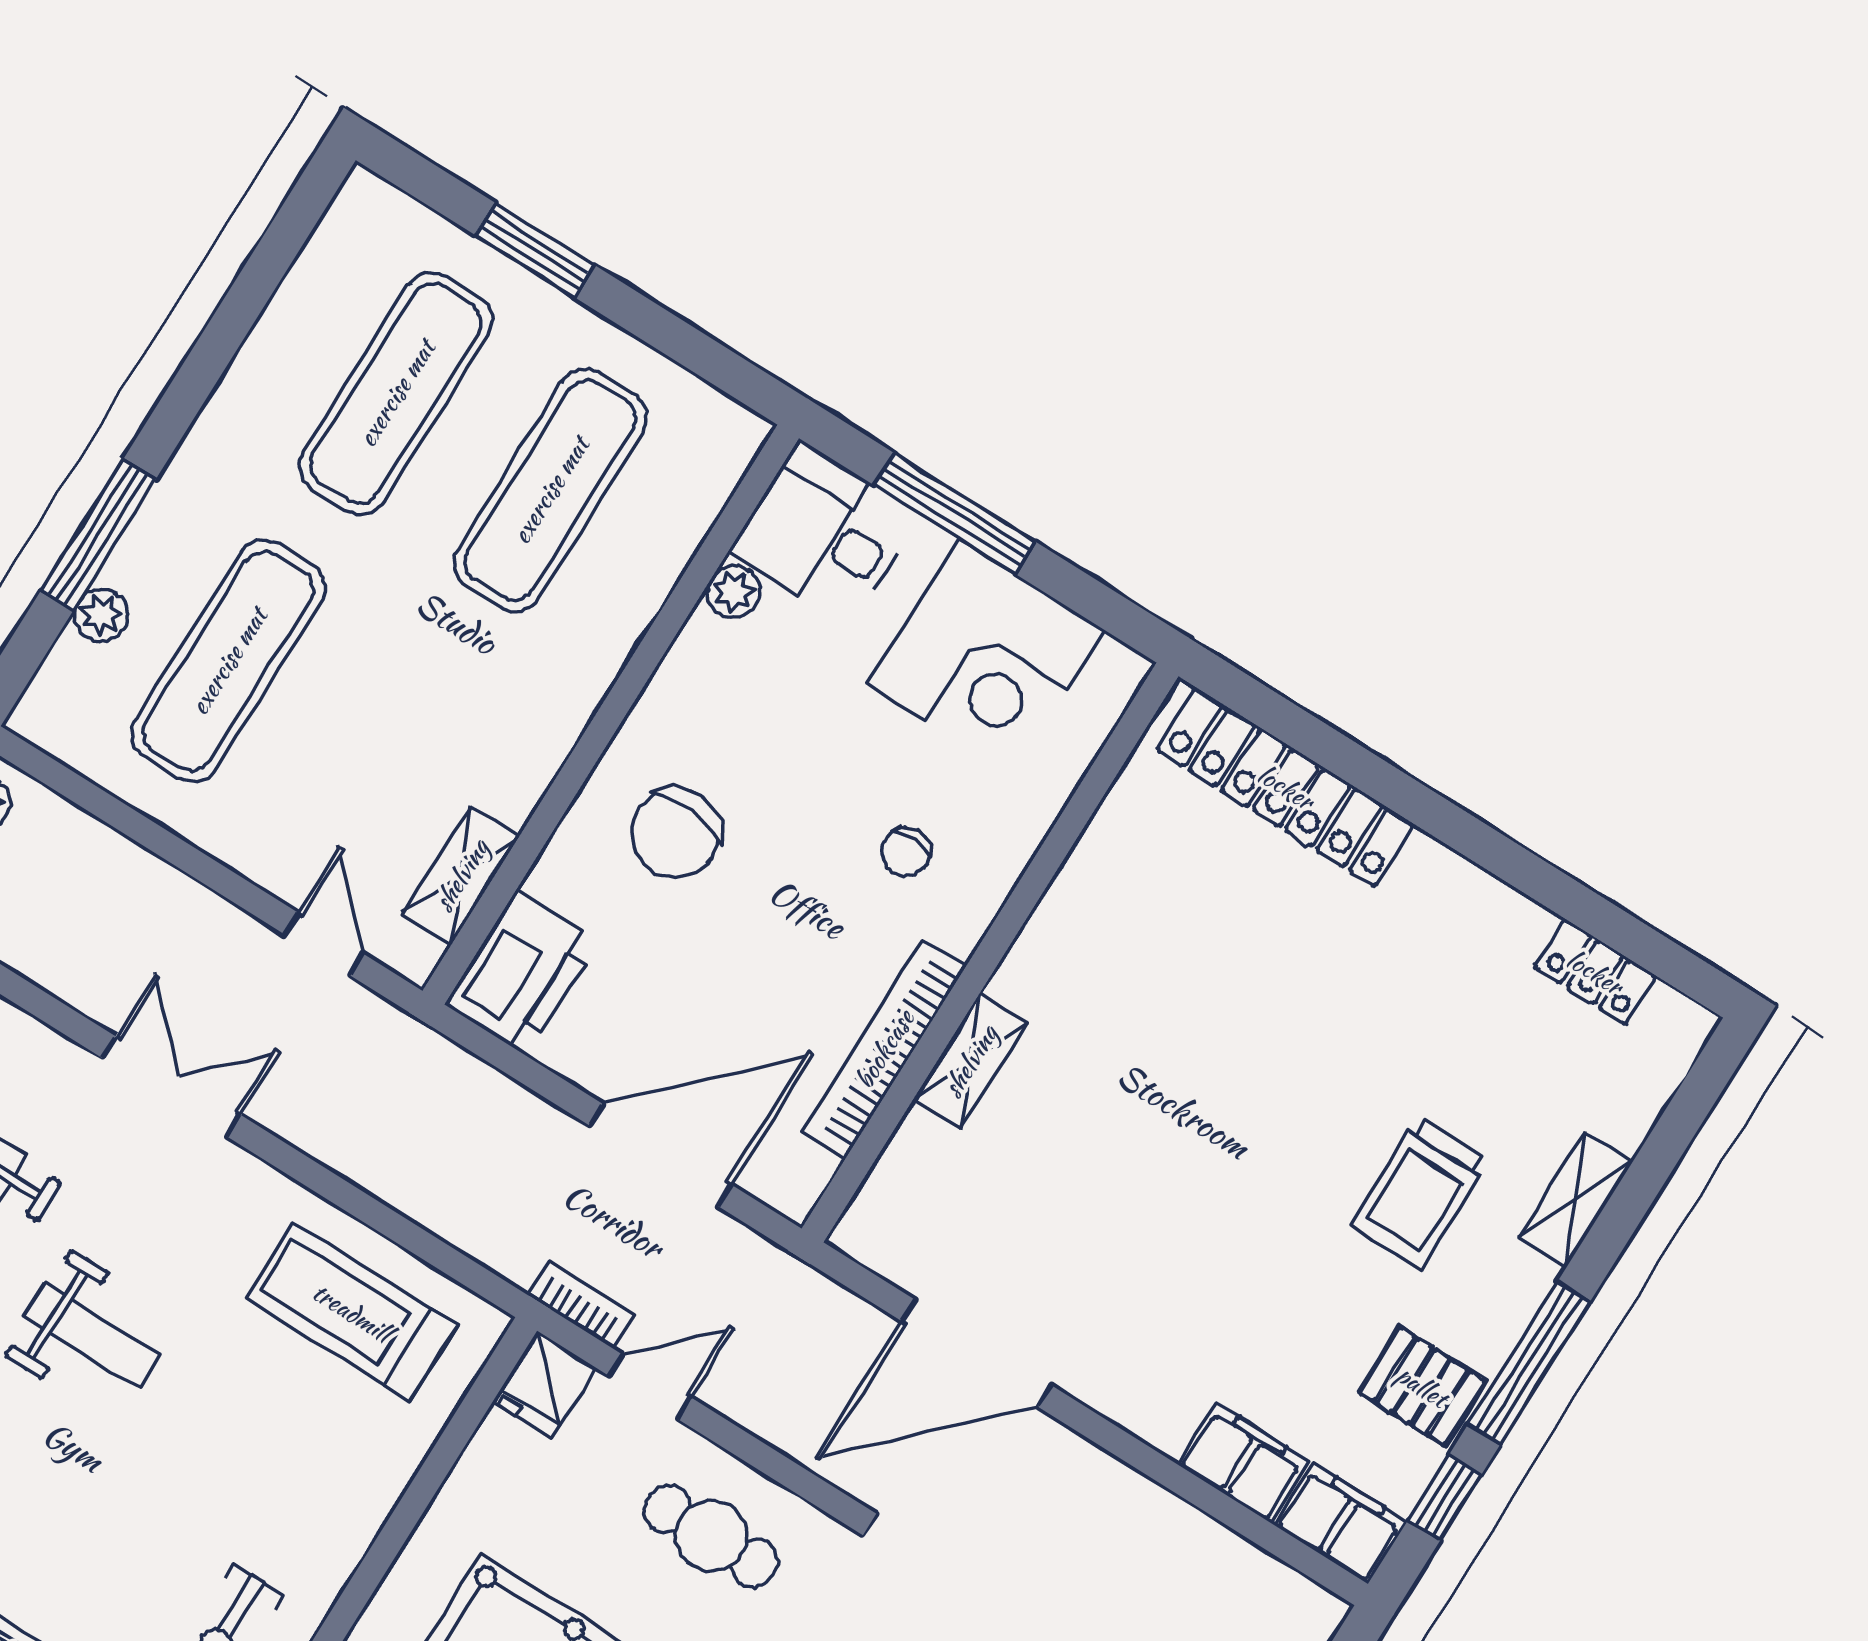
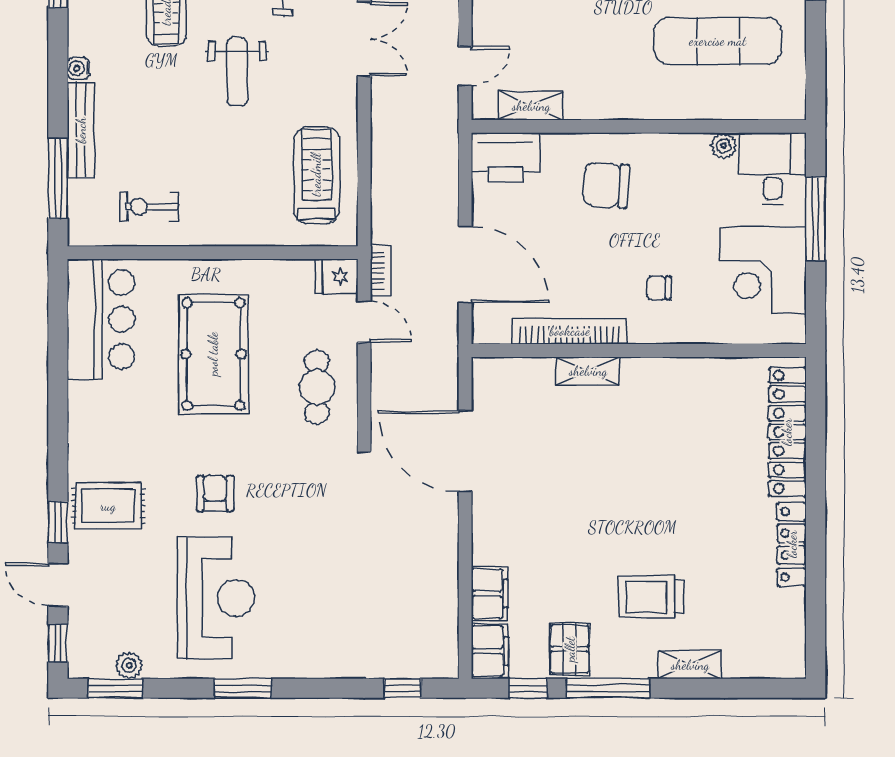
locker: (1595, 972) -> (792, 544), moved, width x1.53

